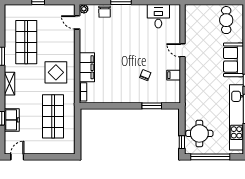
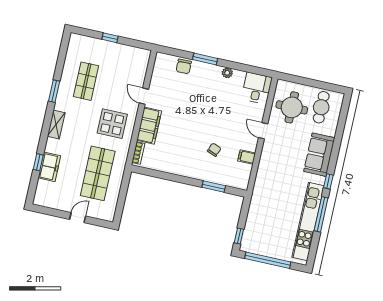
plant: (84, 9) -> (227, 73), moved
desk: (158, 16) -> (257, 88), moved
door: (77, 22) -> (144, 96), moved
shop shelf: (26, 42) -> (86, 81), width x0.70, depth x0.74
round table: (199, 133) -> (292, 107), moved
door: (17, 157) -> (78, 218), moved

